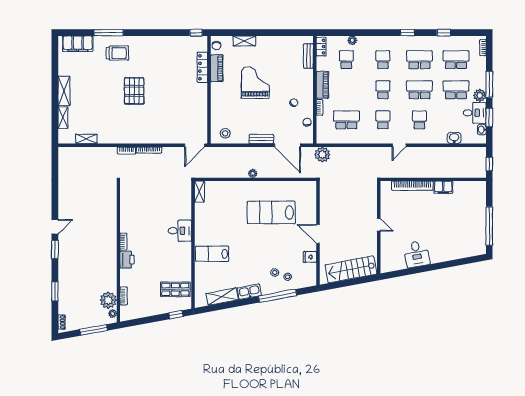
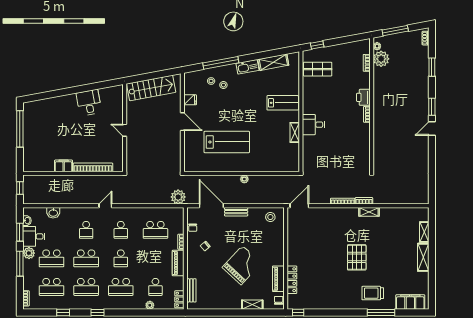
school desk: (383, 60) -> (121, 287), width x1.85
grand piano: (255, 83) -> (242, 265), turned -137
shelving: (86, 139) -> (369, 212), moved
shelving: (199, 192) -> (295, 132), moved

